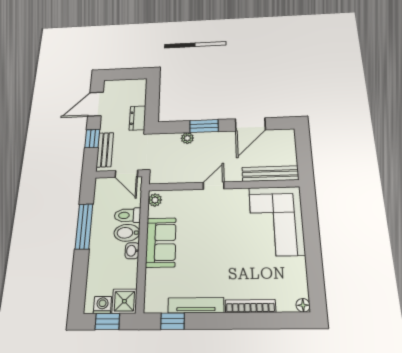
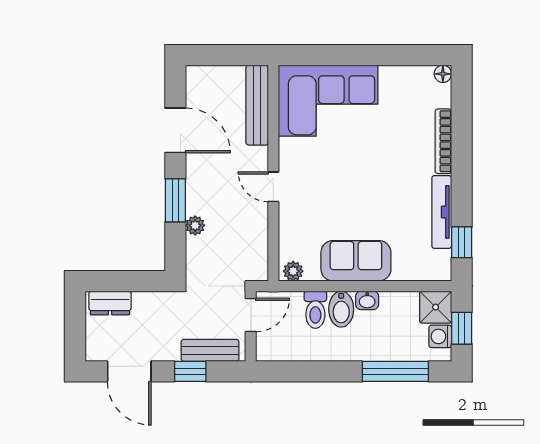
dresser: (138, 118) -> (110, 303), moved
window: (84, 226) -> (395, 371), moved

